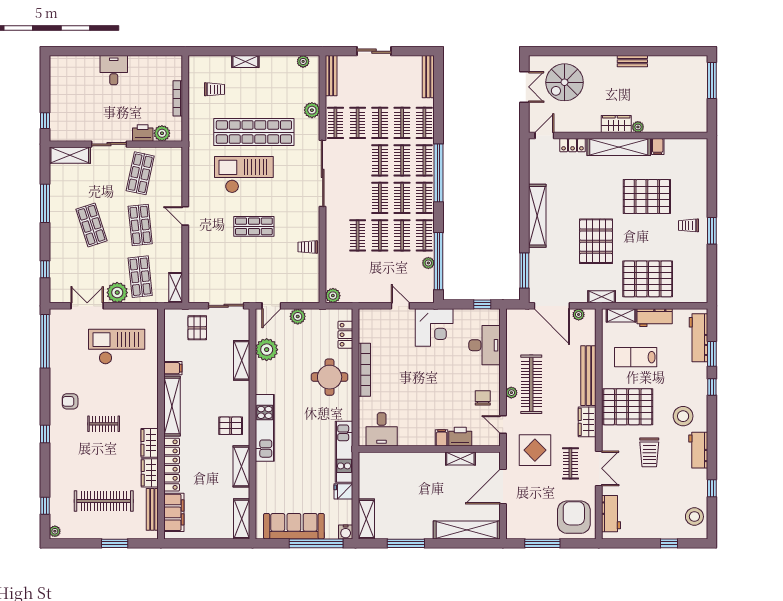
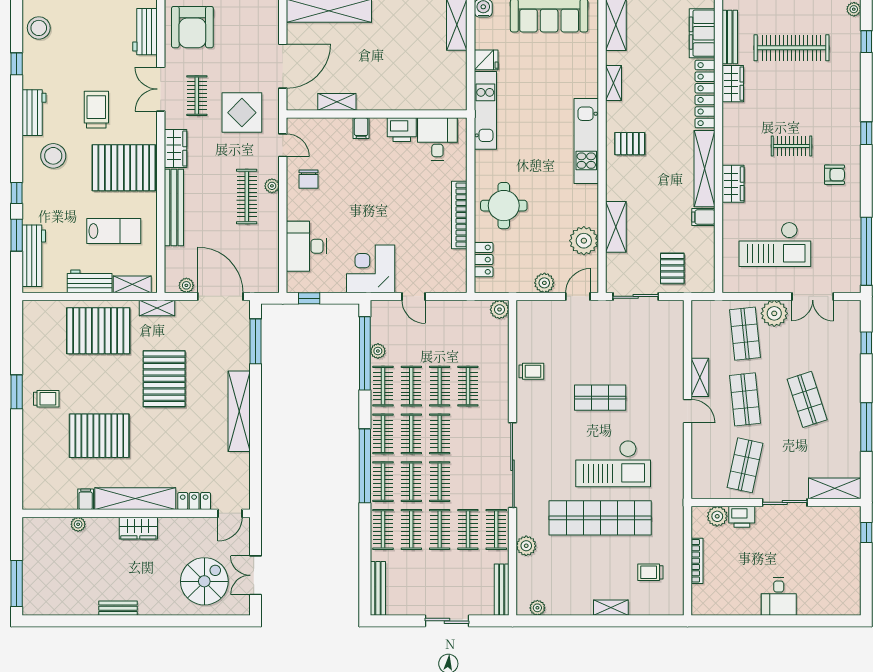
plant: (638, 127) -> (78, 524), moved
shelving: (176, 287) -> (700, 377), moved
clothes rail: (531, 384) -> (247, 196), width x0.73, depth x0.76
printer: (460, 437) -> (402, 130), moved
wardrobe: (150, 443) -> (733, 184), moved
shelving: (241, 466) -> (613, 83), width x0.67, depth x0.75

